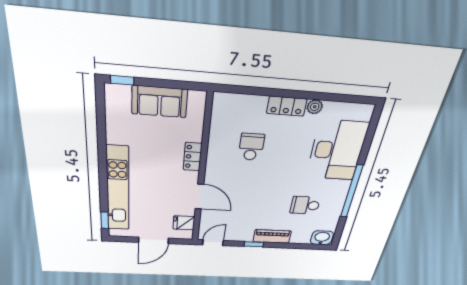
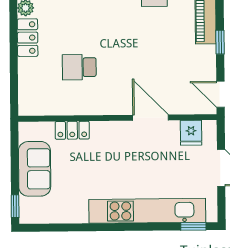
locker: (193, 157) -> (72, 130), moved
door: (199, 197) -> (150, 118), hinge flipped

